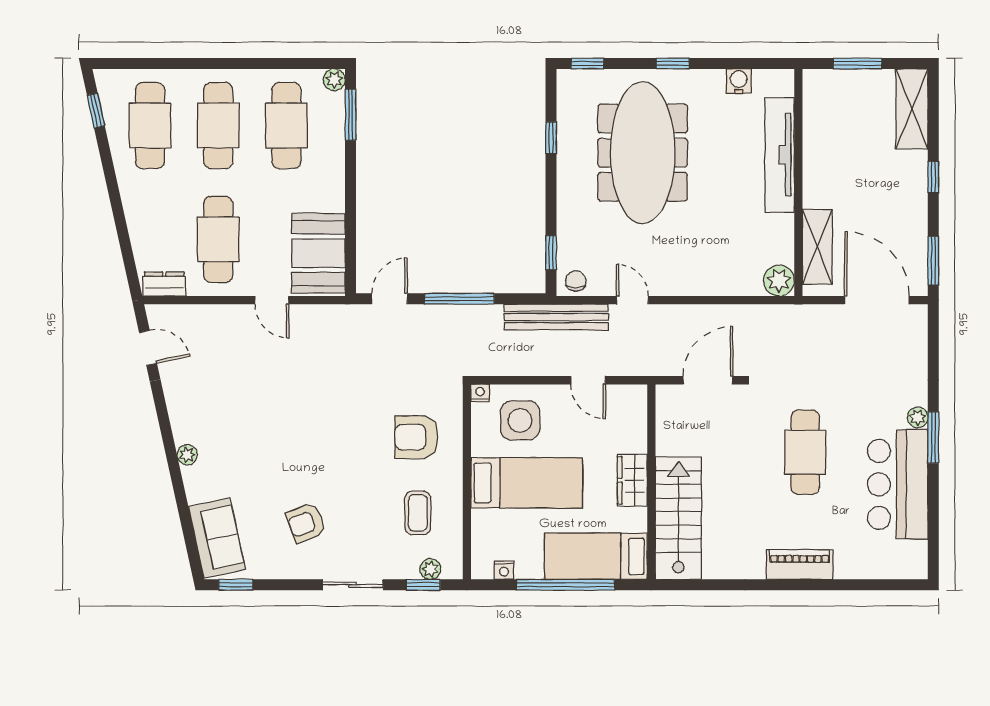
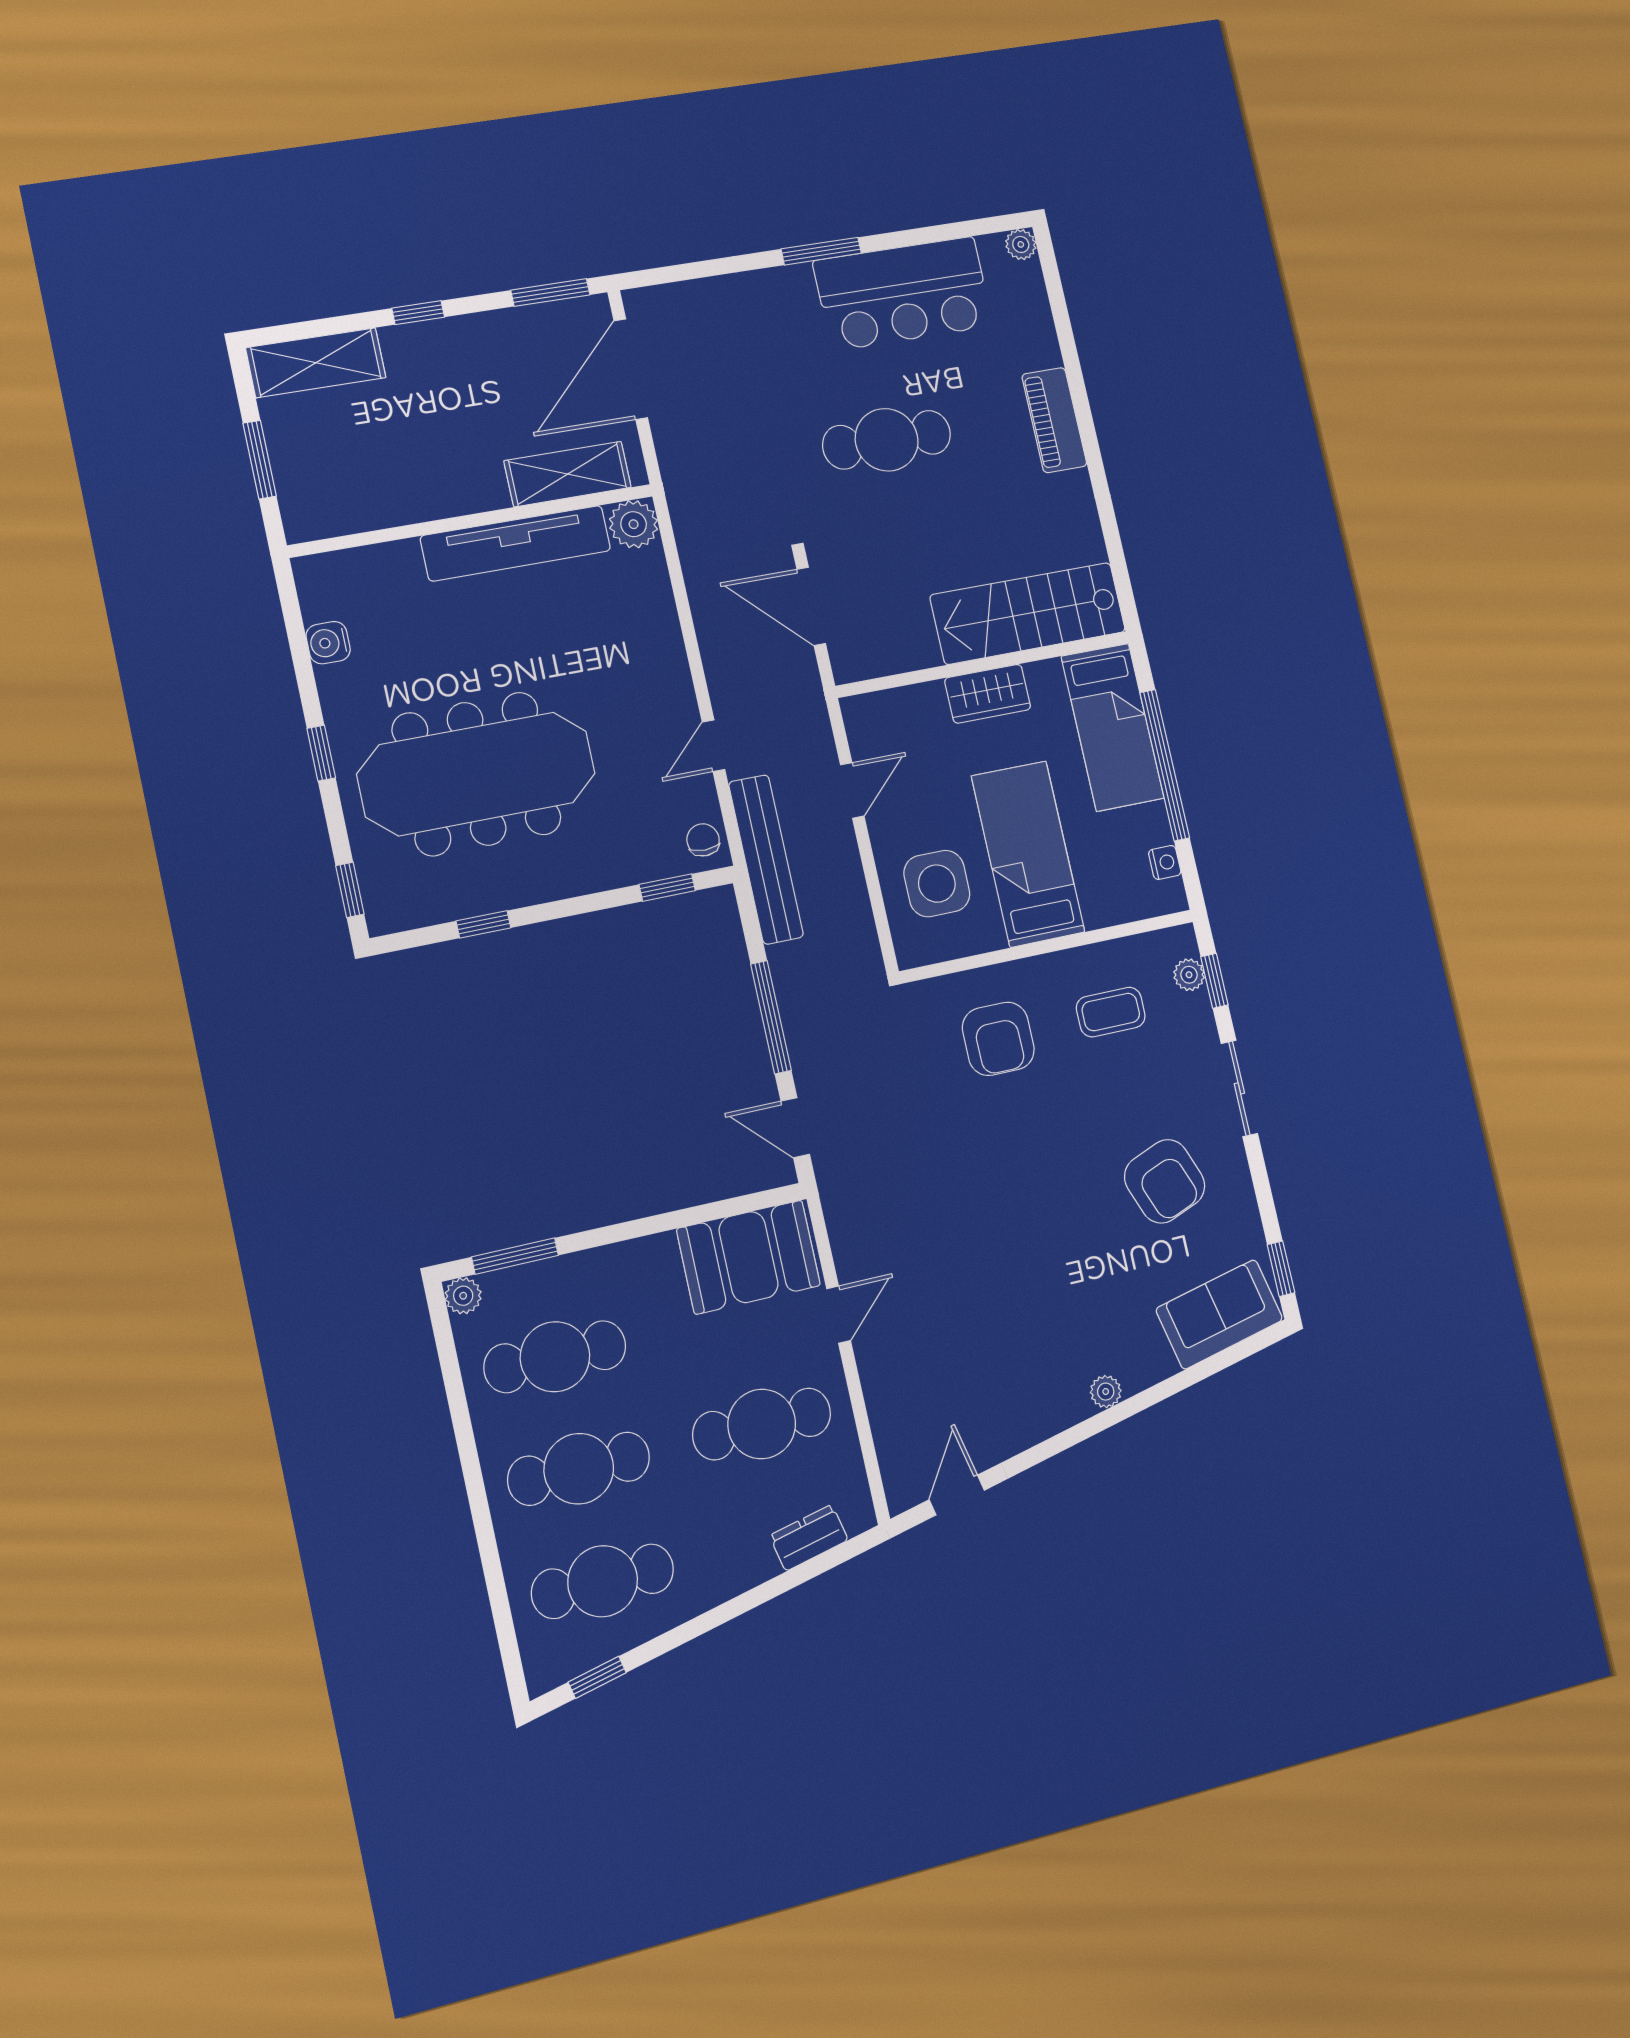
tv unit: (780, 155) -> (516, 543), moved
chair: (576, 281) -> (703, 840), turned 90
dresser: (164, 284) -> (809, 1538), moved, turned 78
nightstand: (480, 393) -> (909, 954), removed
plant: (918, 417) -> (1021, 244), moved
armchair: (306, 523) -> (1165, 1181), width x1.38, depth x1.38

